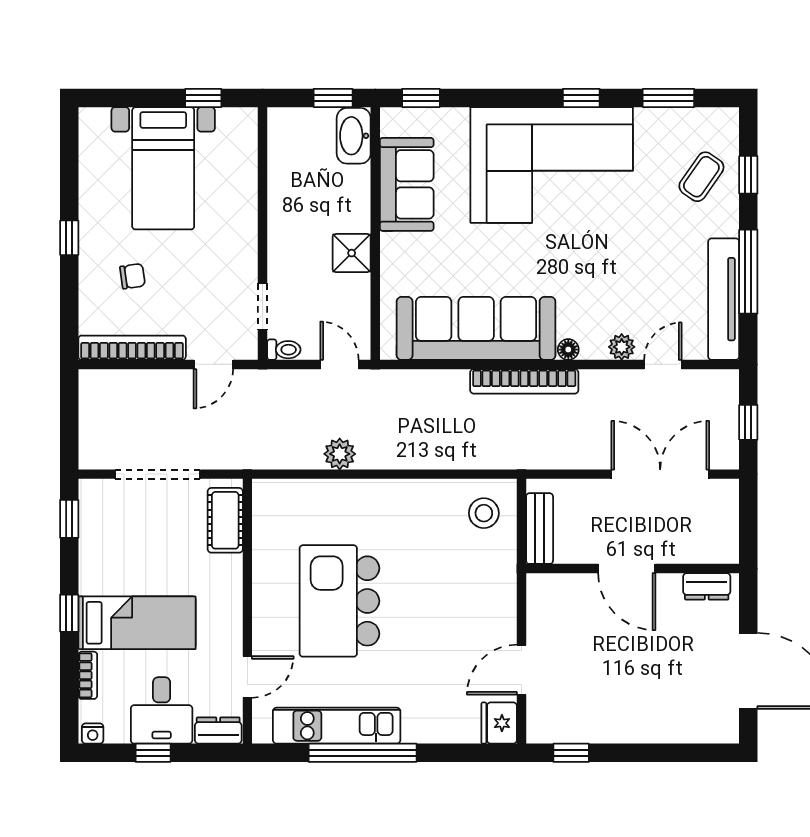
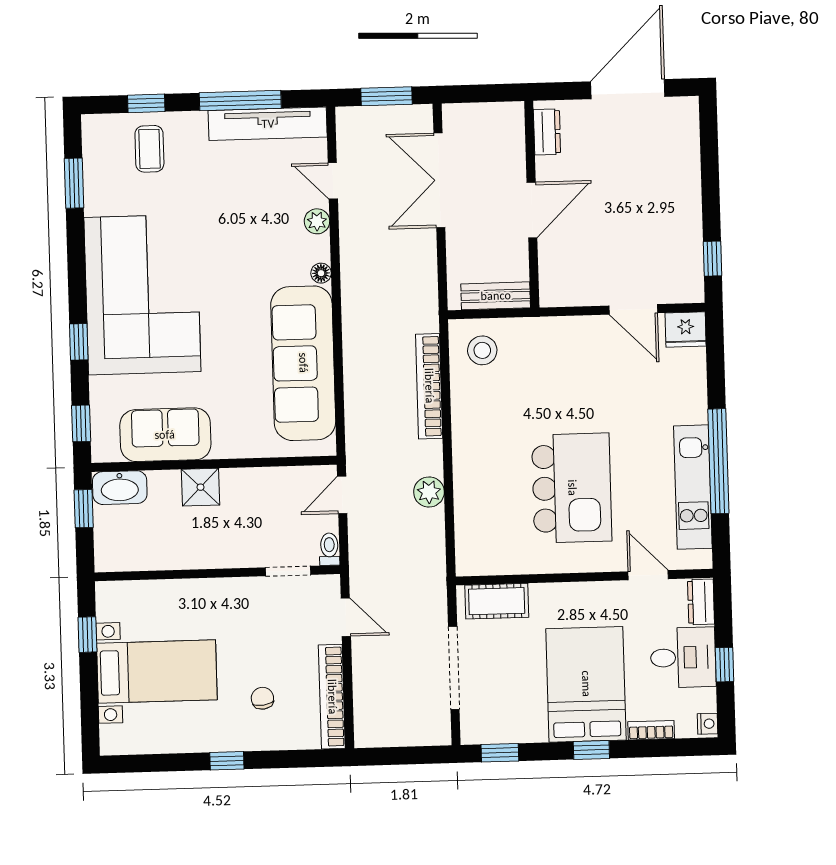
window: (581, 98) -> (79, 342), moved
coffee table: (701, 177) -> (149, 149), turned 55
shower: (352, 253) -> (200, 487), moved
bookcase: (524, 381) -> (429, 386), moved, turned 180
window: (748, 422) -> (387, 96), width x1.50
kitchen island: (339, 601) -> (572, 488), turned -90
bed: (137, 623) -> (586, 684), width x1.50

